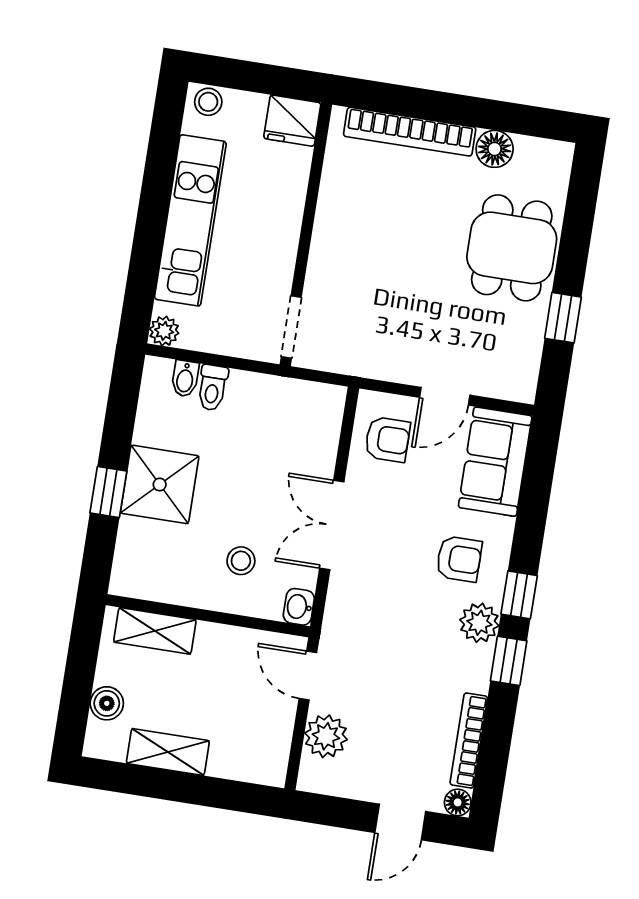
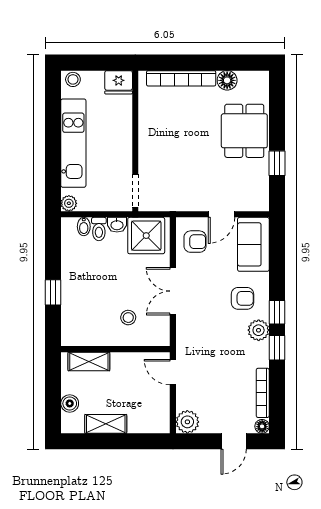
shower: (160, 484) -> (146, 236), moved
washbasin: (299, 607) -> (117, 225), moved, turned -90
plant: (326, 736) -> (187, 422), moved

